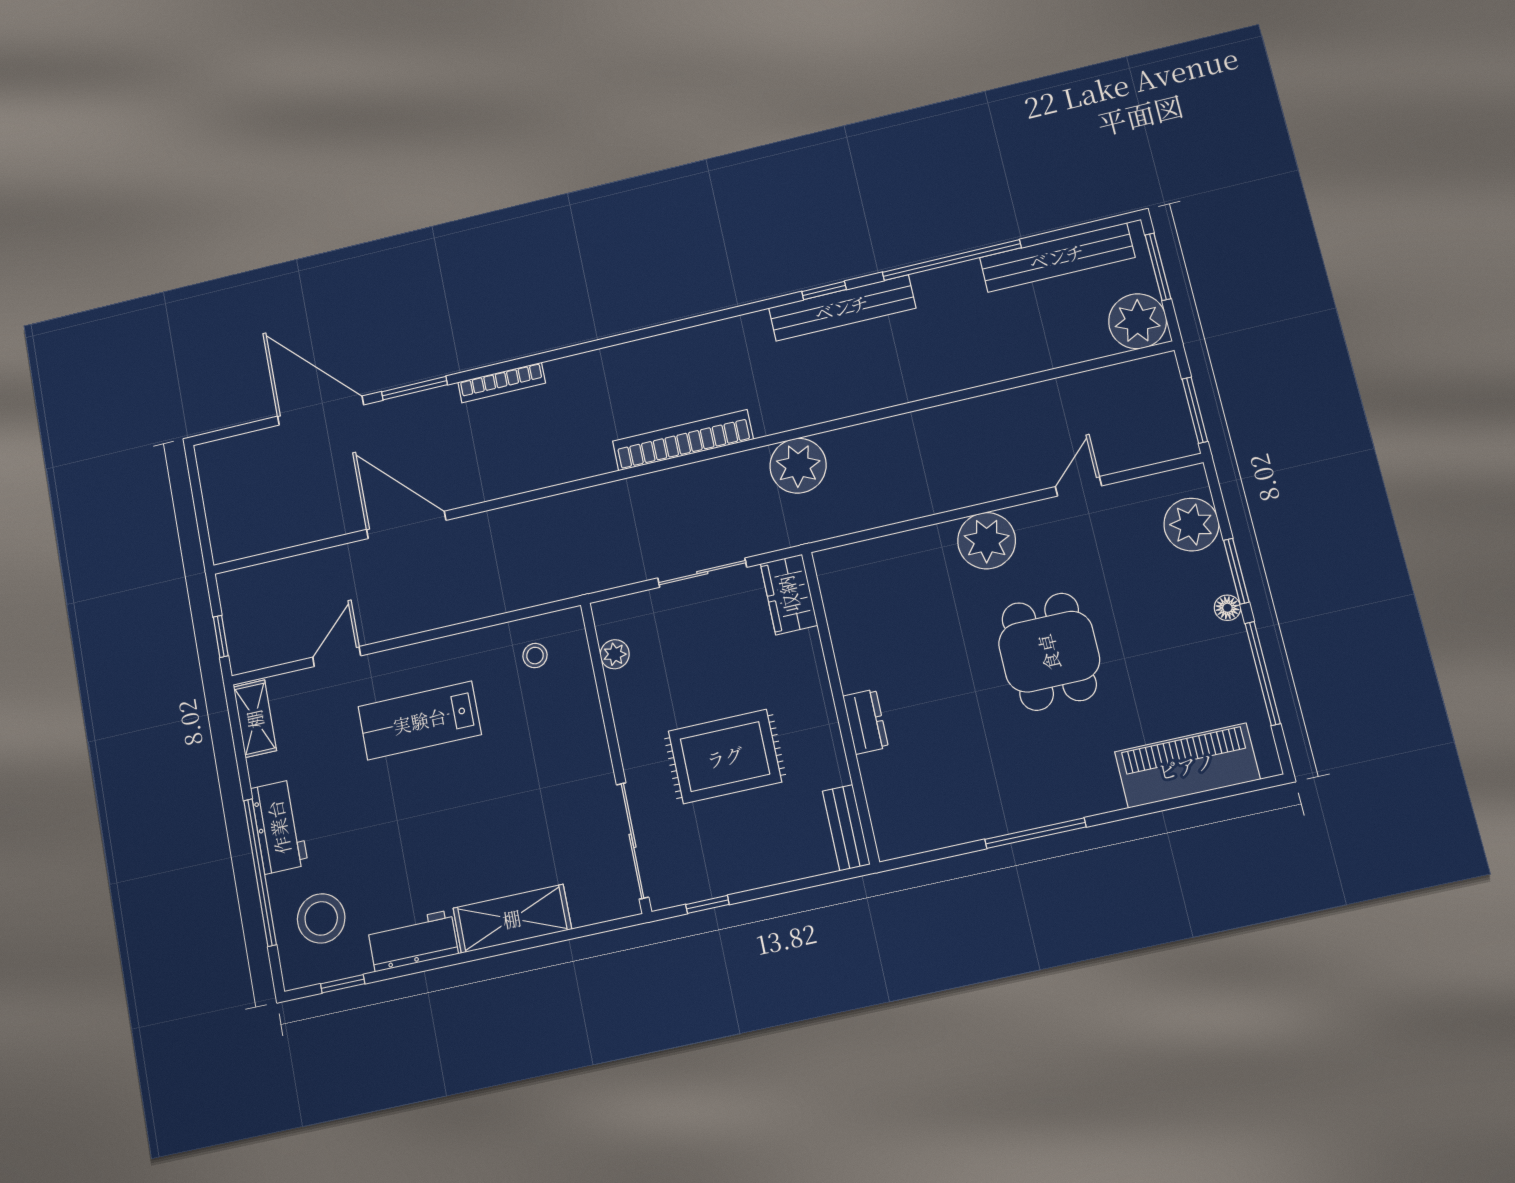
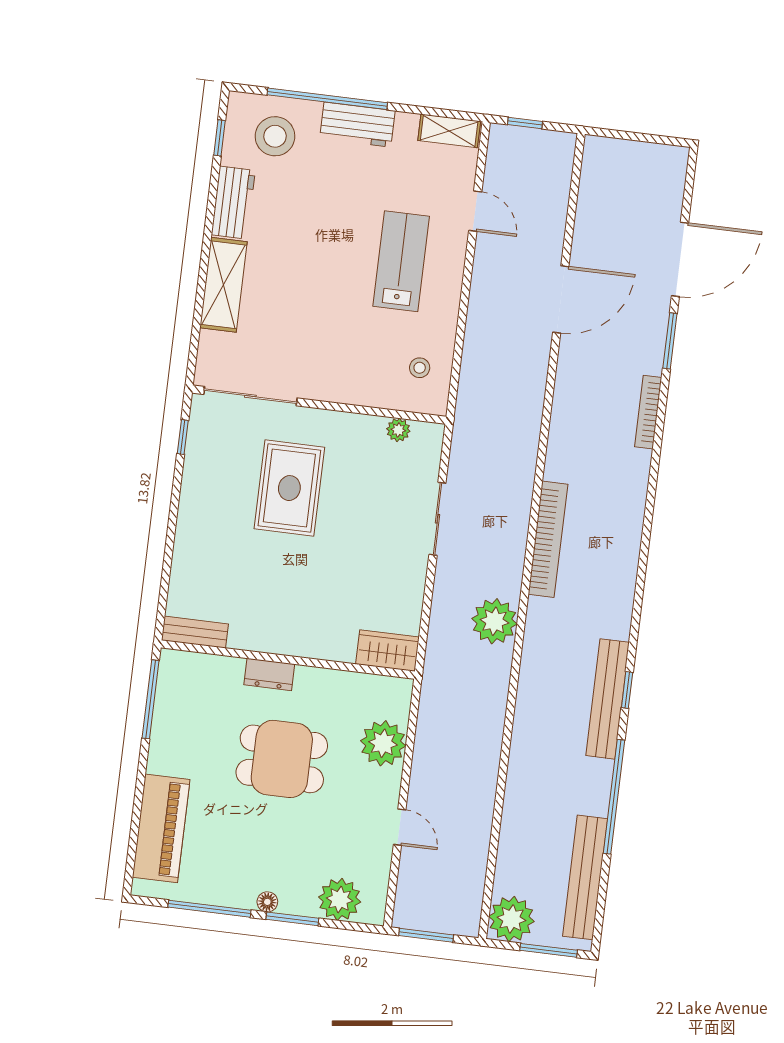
wardrobe: (789, 594) -> (387, 651), moved
wall: (840, 706) -> (288, 660), moved
dresser: (866, 722) -> (269, 674), moved
bench: (846, 828) -> (195, 632), moved

